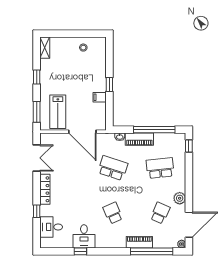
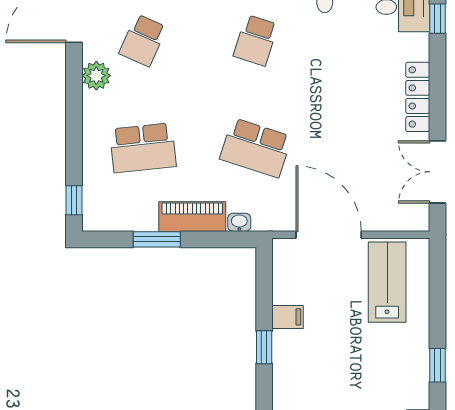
window: (37, 112) -> (438, 282), removed
window: (154, 130) -> (157, 239), width x0.47
window: (37, 211) -> (438, 19), moved
school desk: (113, 213) -> (256, 40), turned 42

